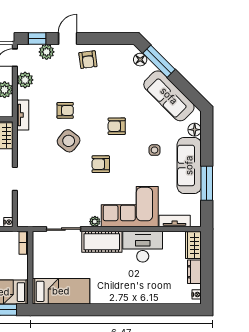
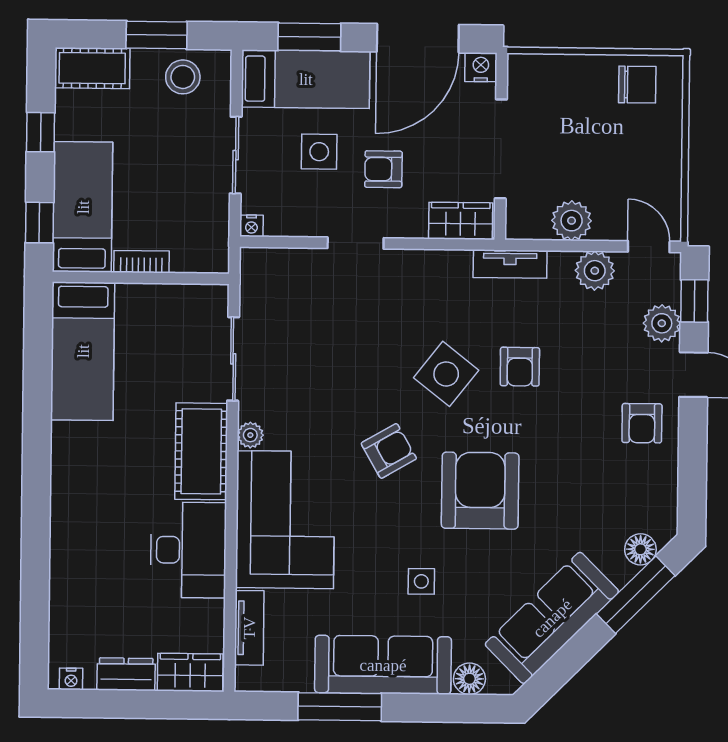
armchair: (88, 60) -> (642, 423), turned -83
armchair: (117, 126) -> (480, 491), width x1.88, depth x1.88
armchair: (101, 164) -> (389, 451), turned 60
bookcase: (24, 243) -> (141, 262), moved

